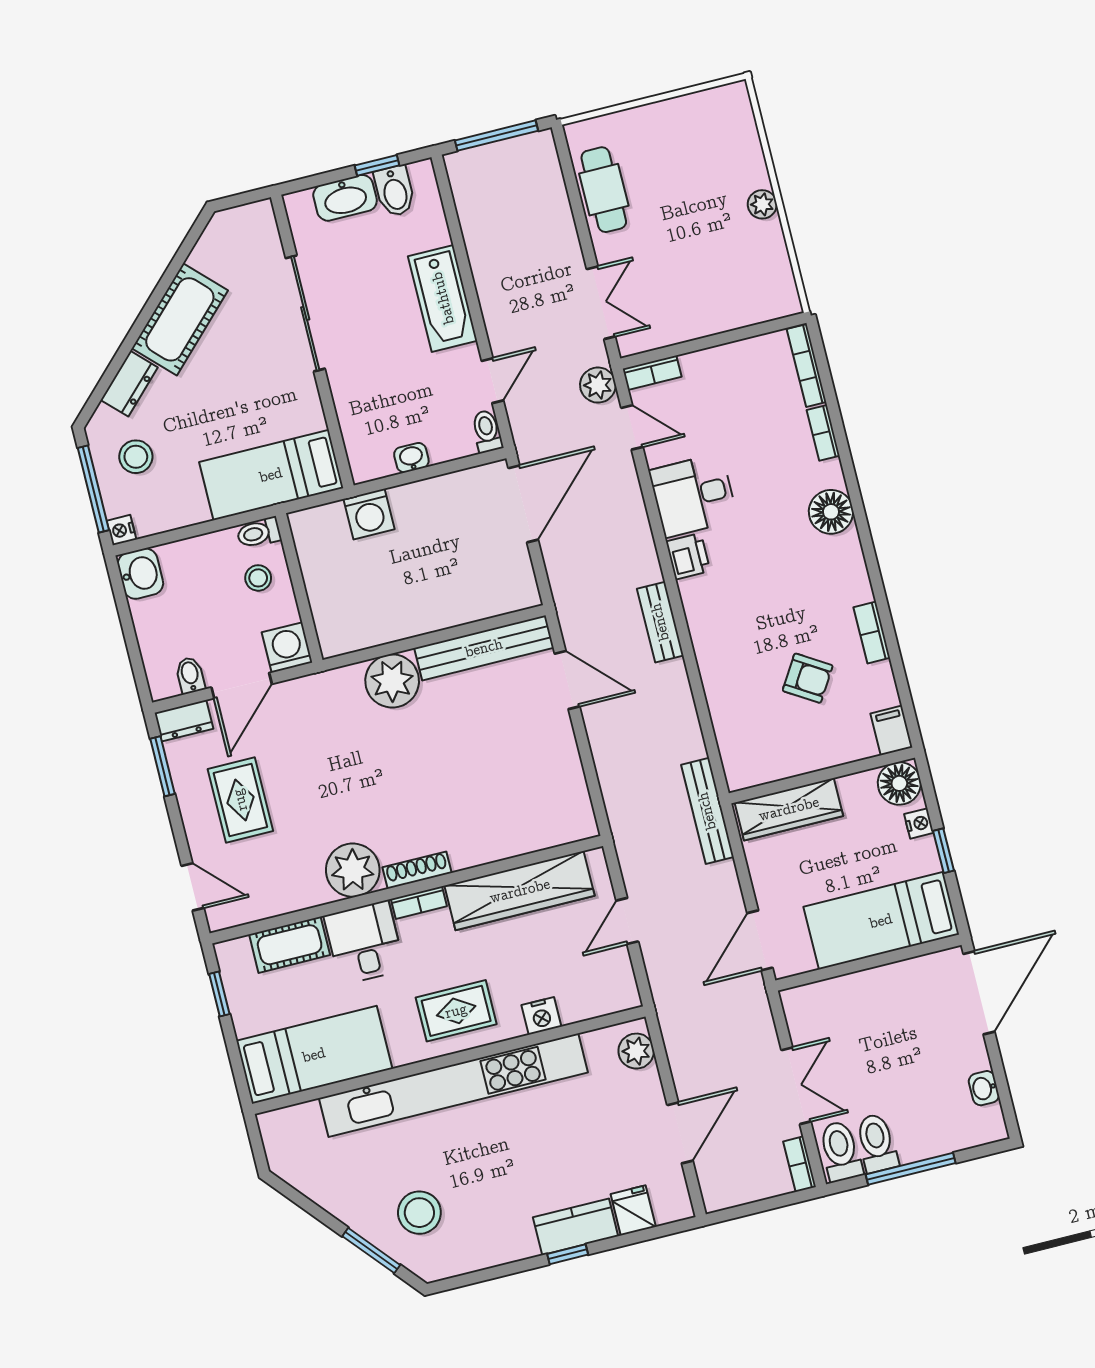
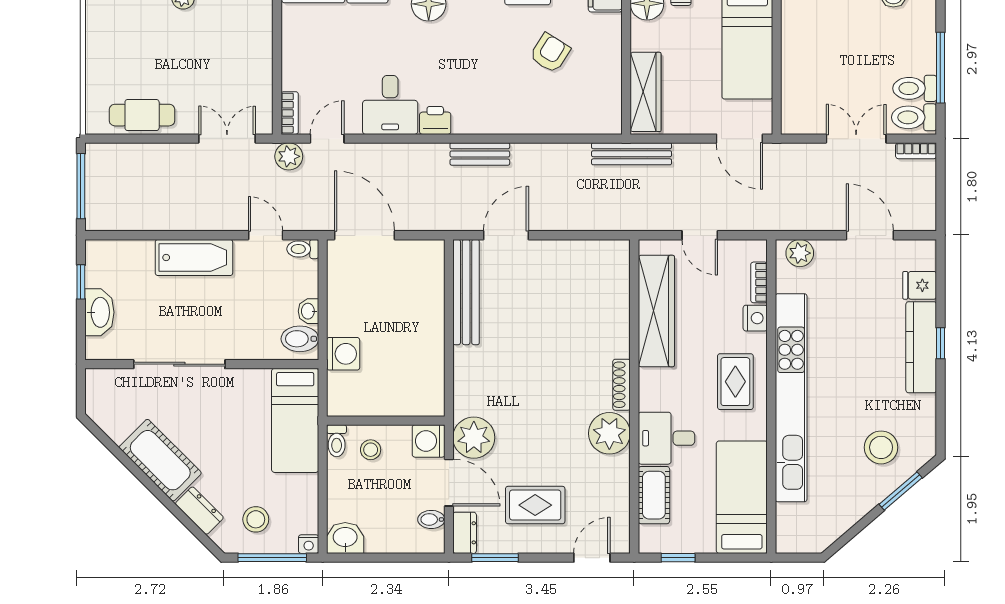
bidet: (395, 191) -> (300, 339), moved, turned 180
plant: (392, 681) -> (474, 438), moved
bookcase: (419, 903) -> (759, 282), moved, turned 180
kitchen counter: (576, 1227) -> (921, 347), width x1.50

